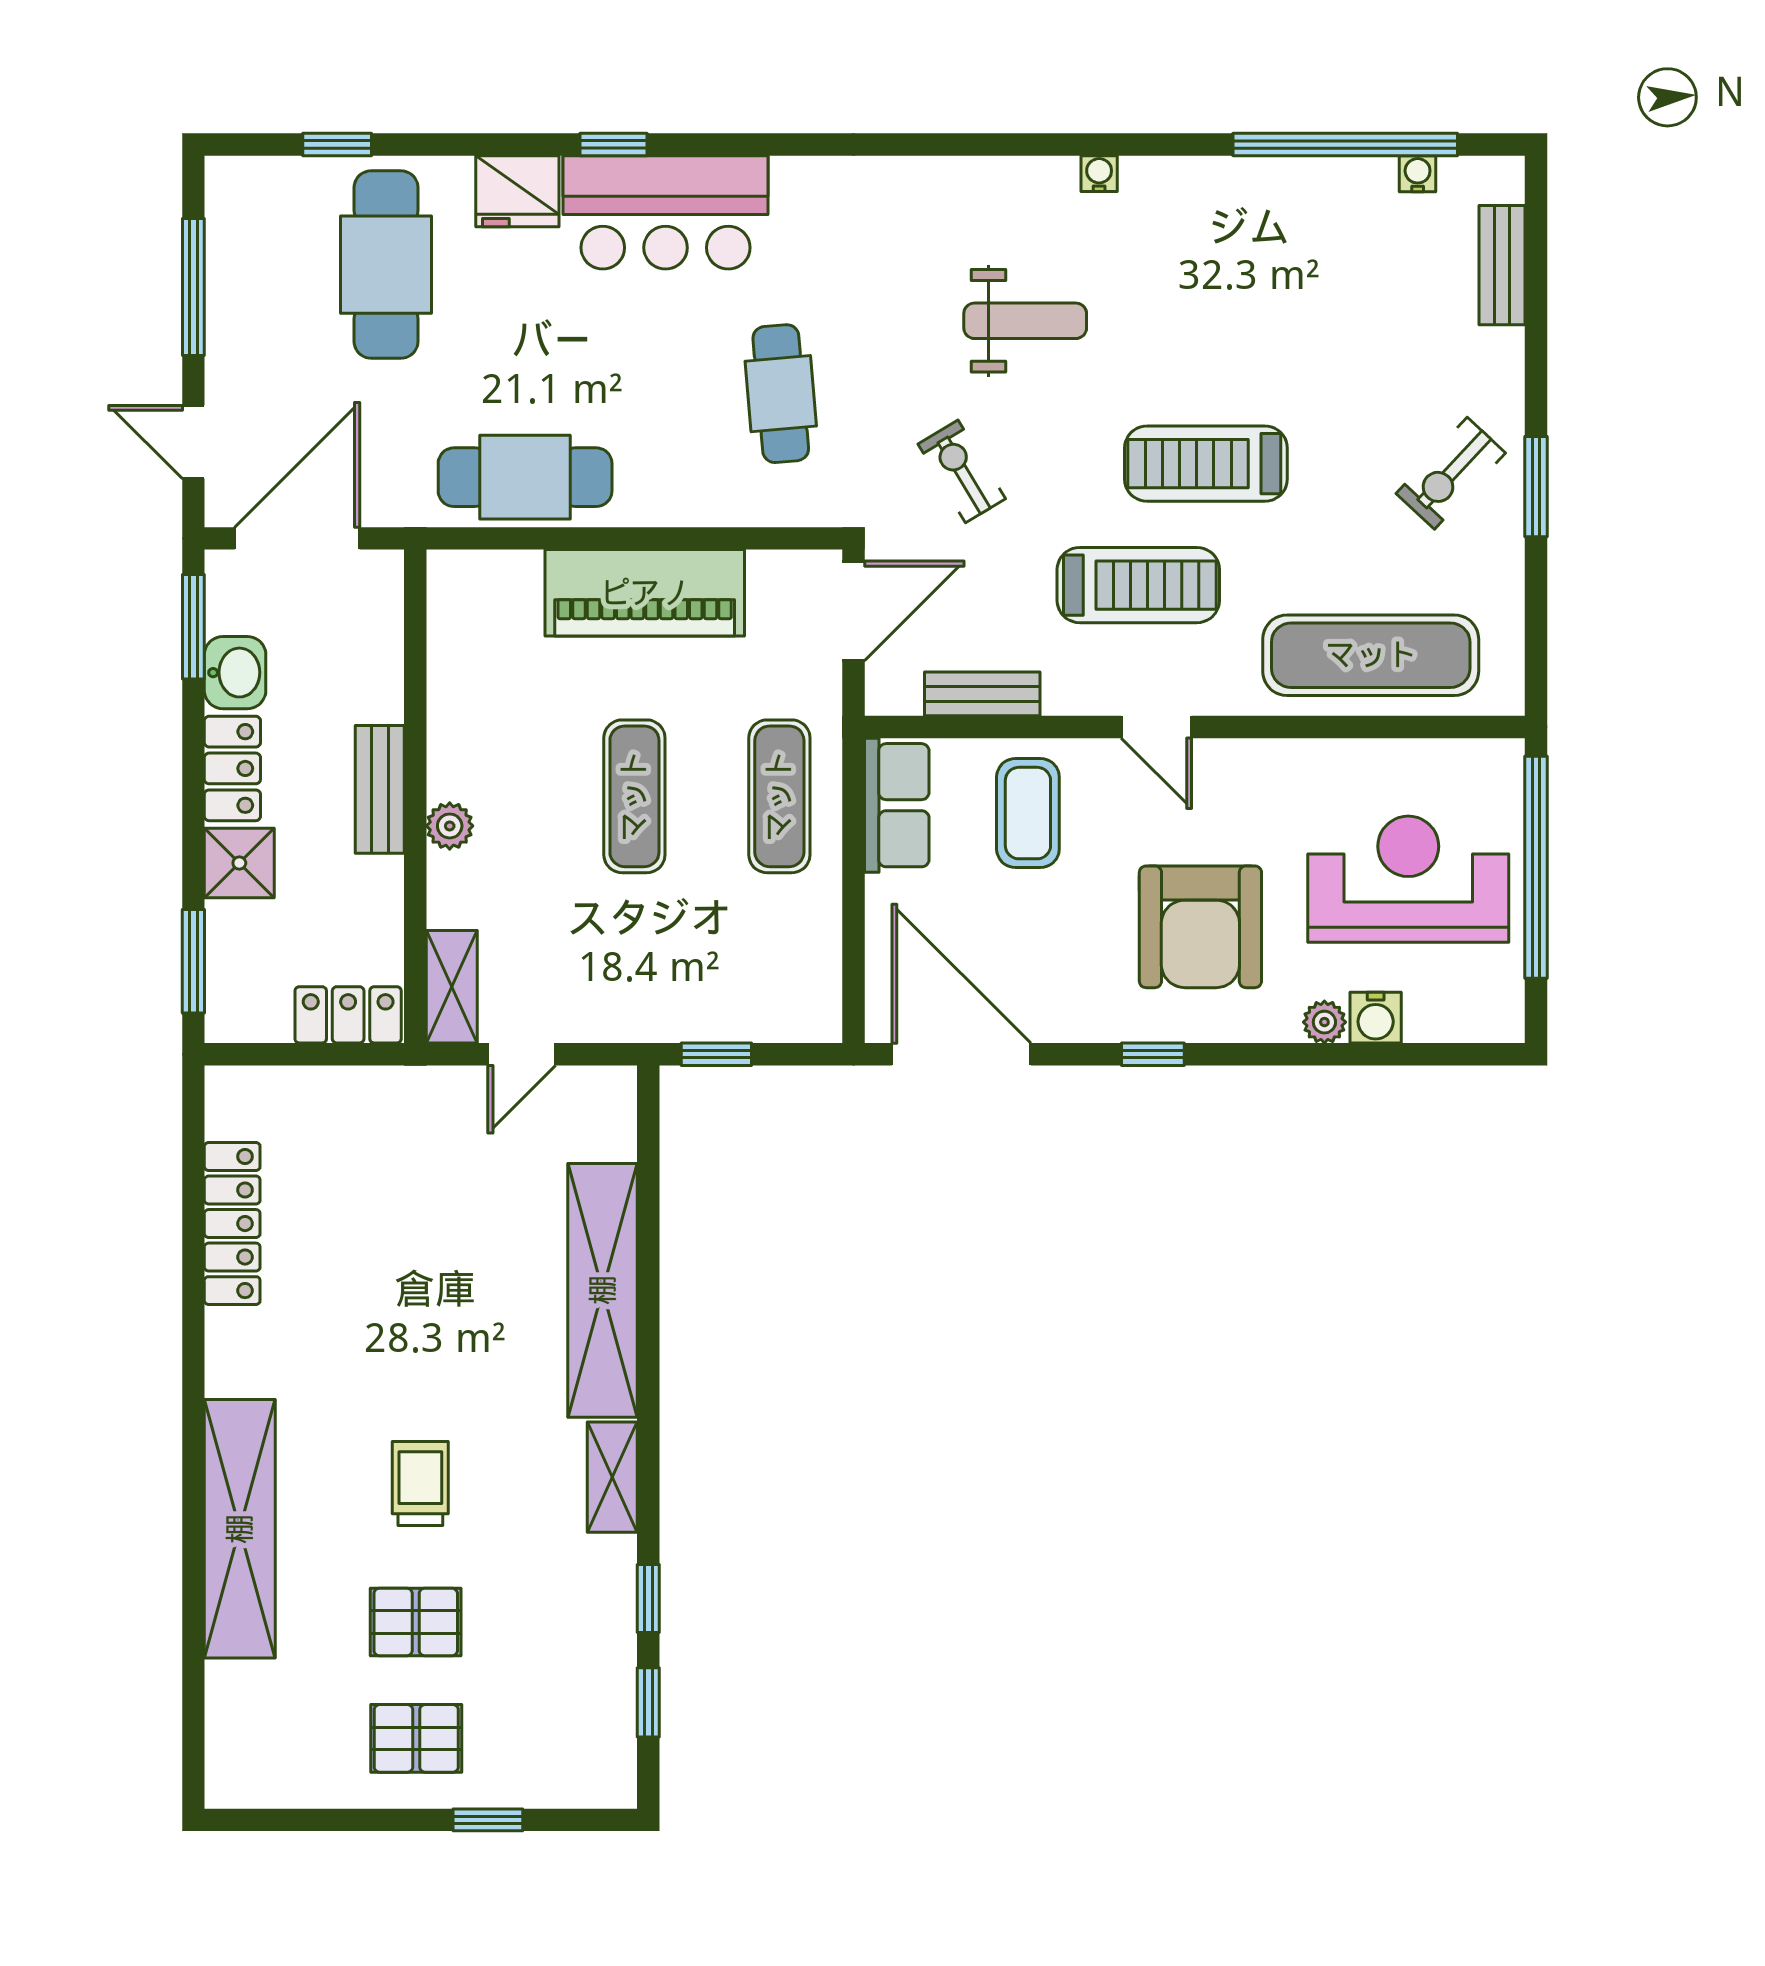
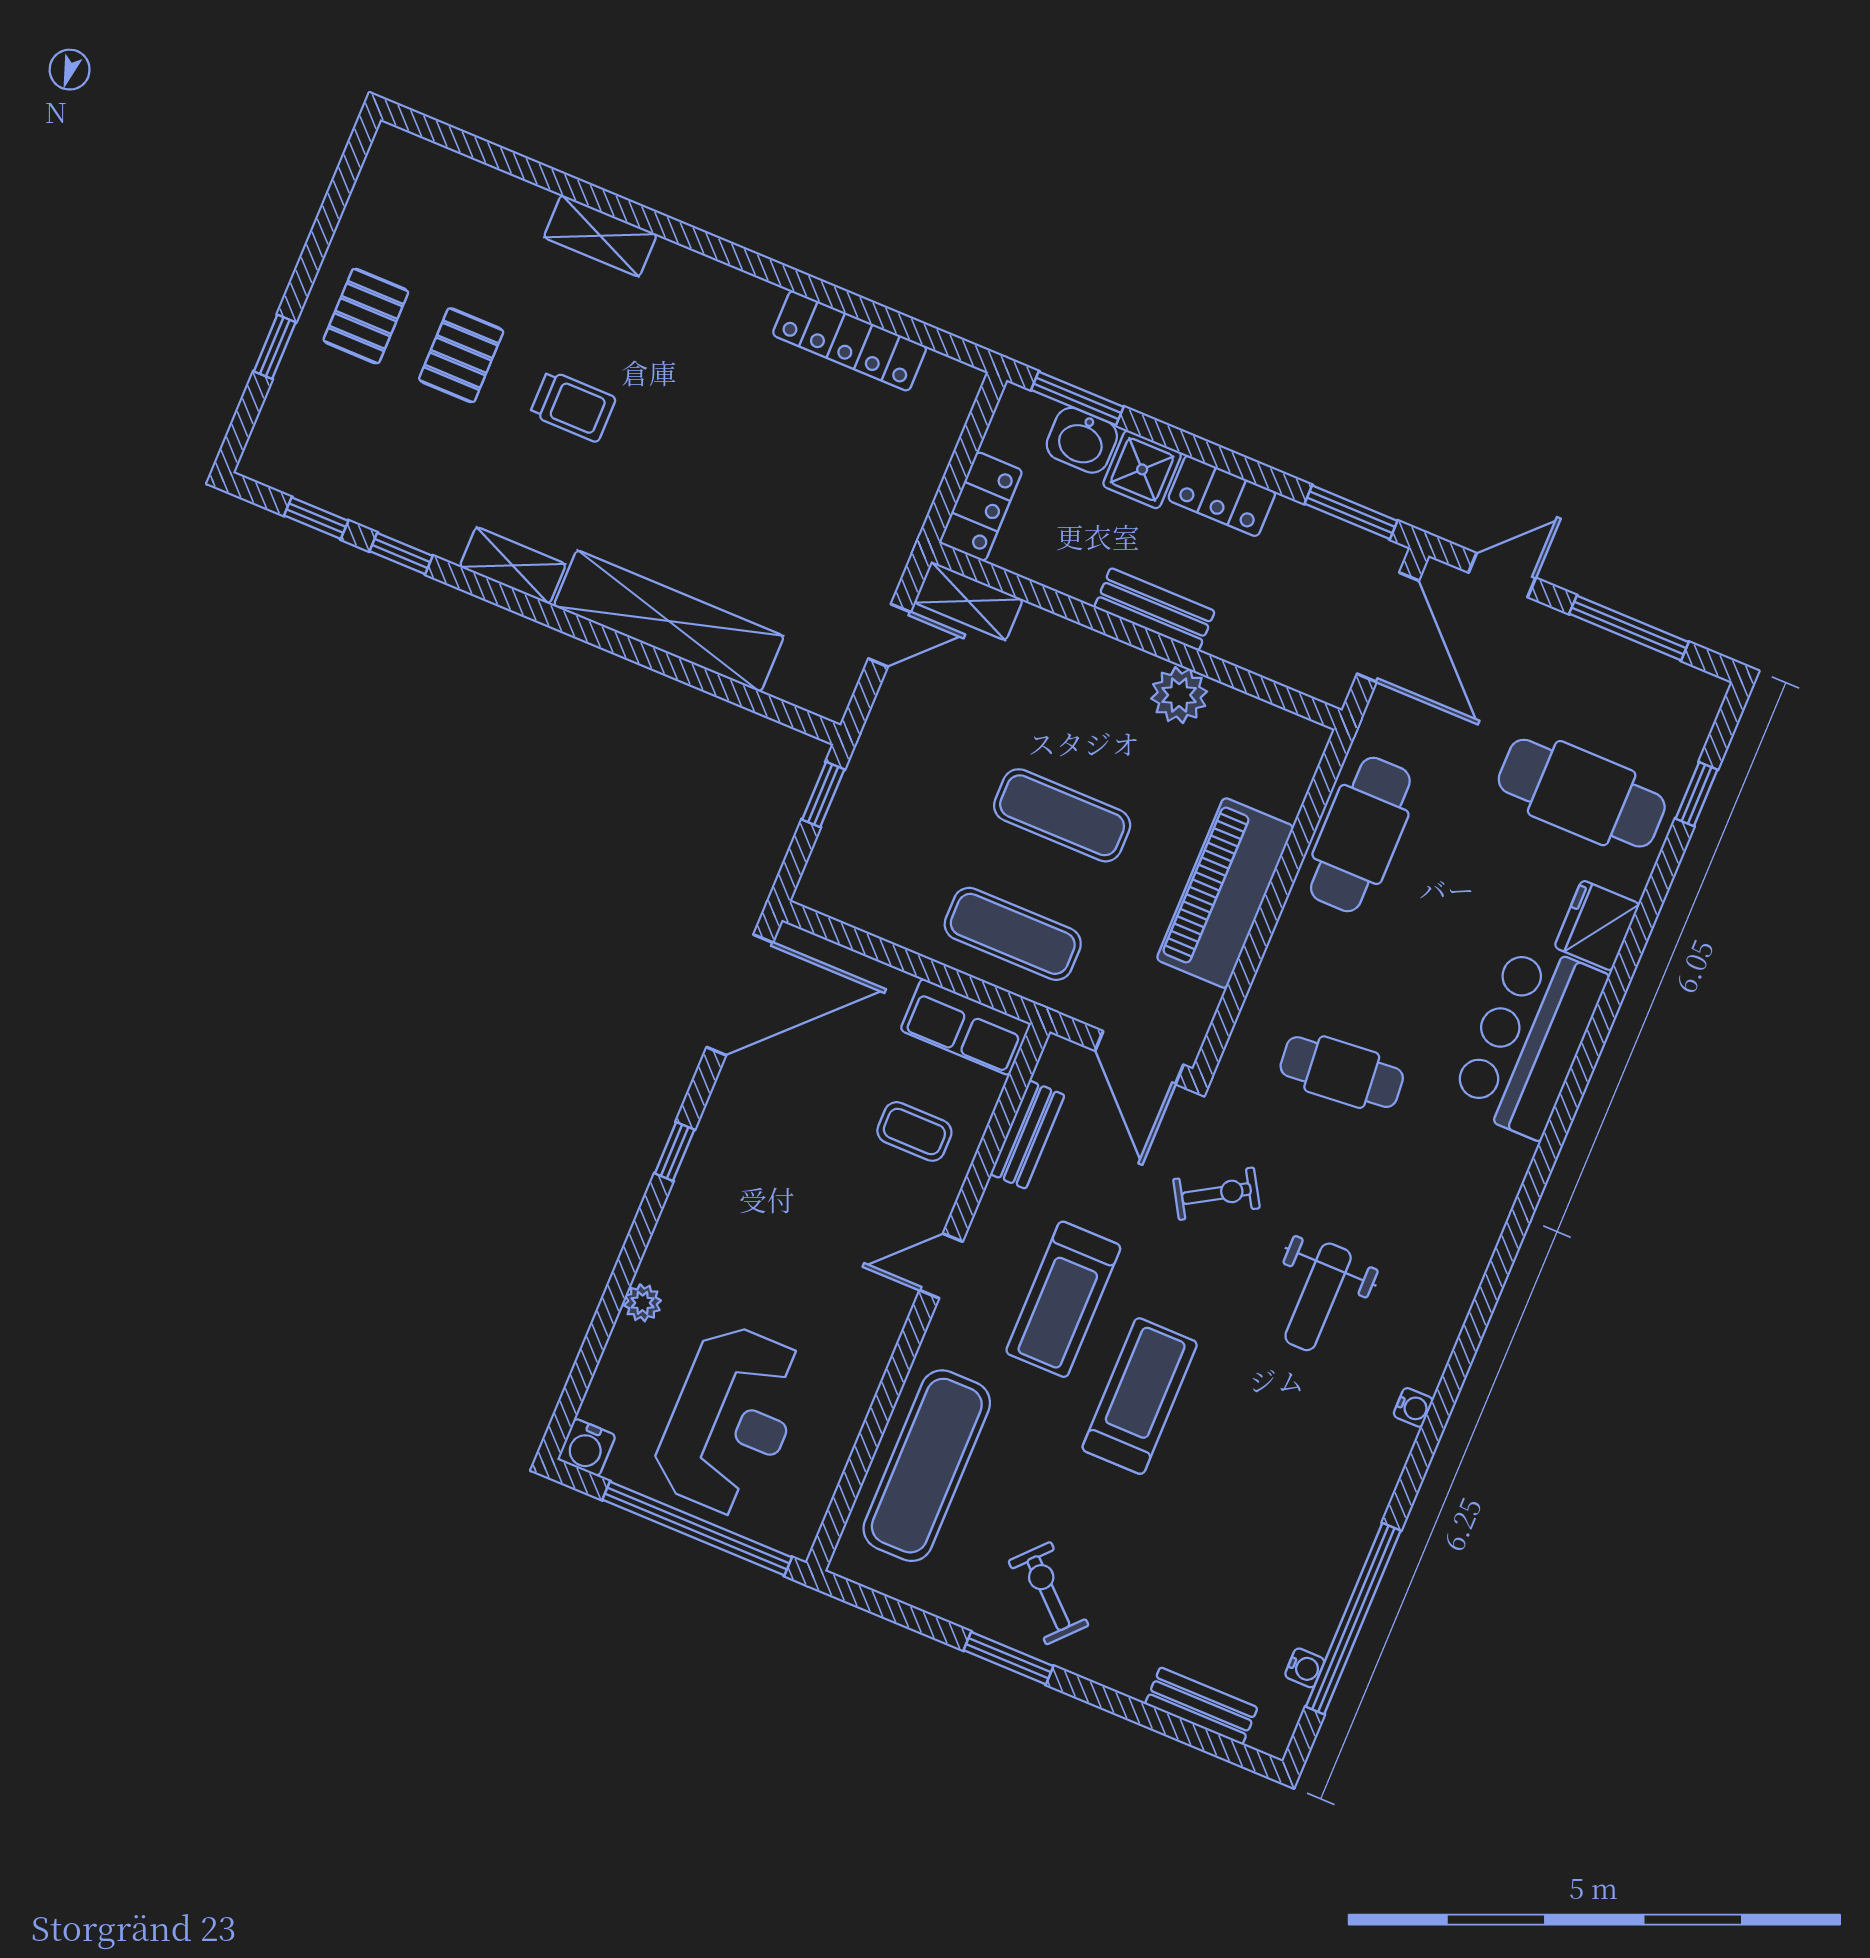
window: (614, 144) -> (1602, 1020), removed
washbasin: (235, 673) -> (1082, 440), moved
coffee table: (1028, 813) -> (914, 1131), width x0.73, depth x0.77
plant: (450, 826) -> (1179, 695), moved, width x1.38, depth x1.38
armchair: (1200, 927) -> (763, 1234), removed
water cooler: (1376, 1018) -> (587, 1447), moved, turned -90
door: (522, 1054) -> (889, 635), swing flipped
shelving: (240, 1529) -> (600, 236), width x0.45, depth x0.75

